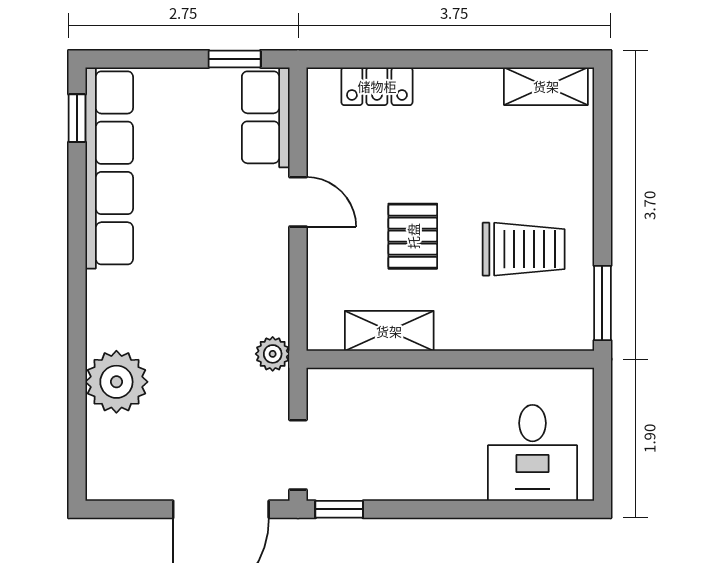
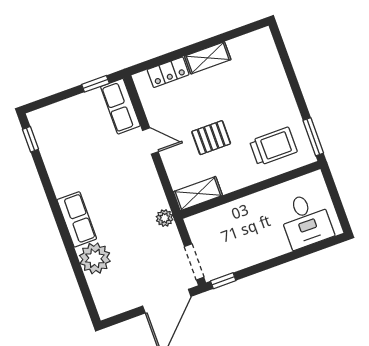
shelving: (546, 86) -> (208, 58), moved
row of seats: (109, 168) -> (77, 219), moved, width x0.50
pallet: (413, 236) -> (211, 138), turned 90
trolley: (524, 249) -> (273, 146), moved
shelving: (389, 331) -> (198, 194), moved

